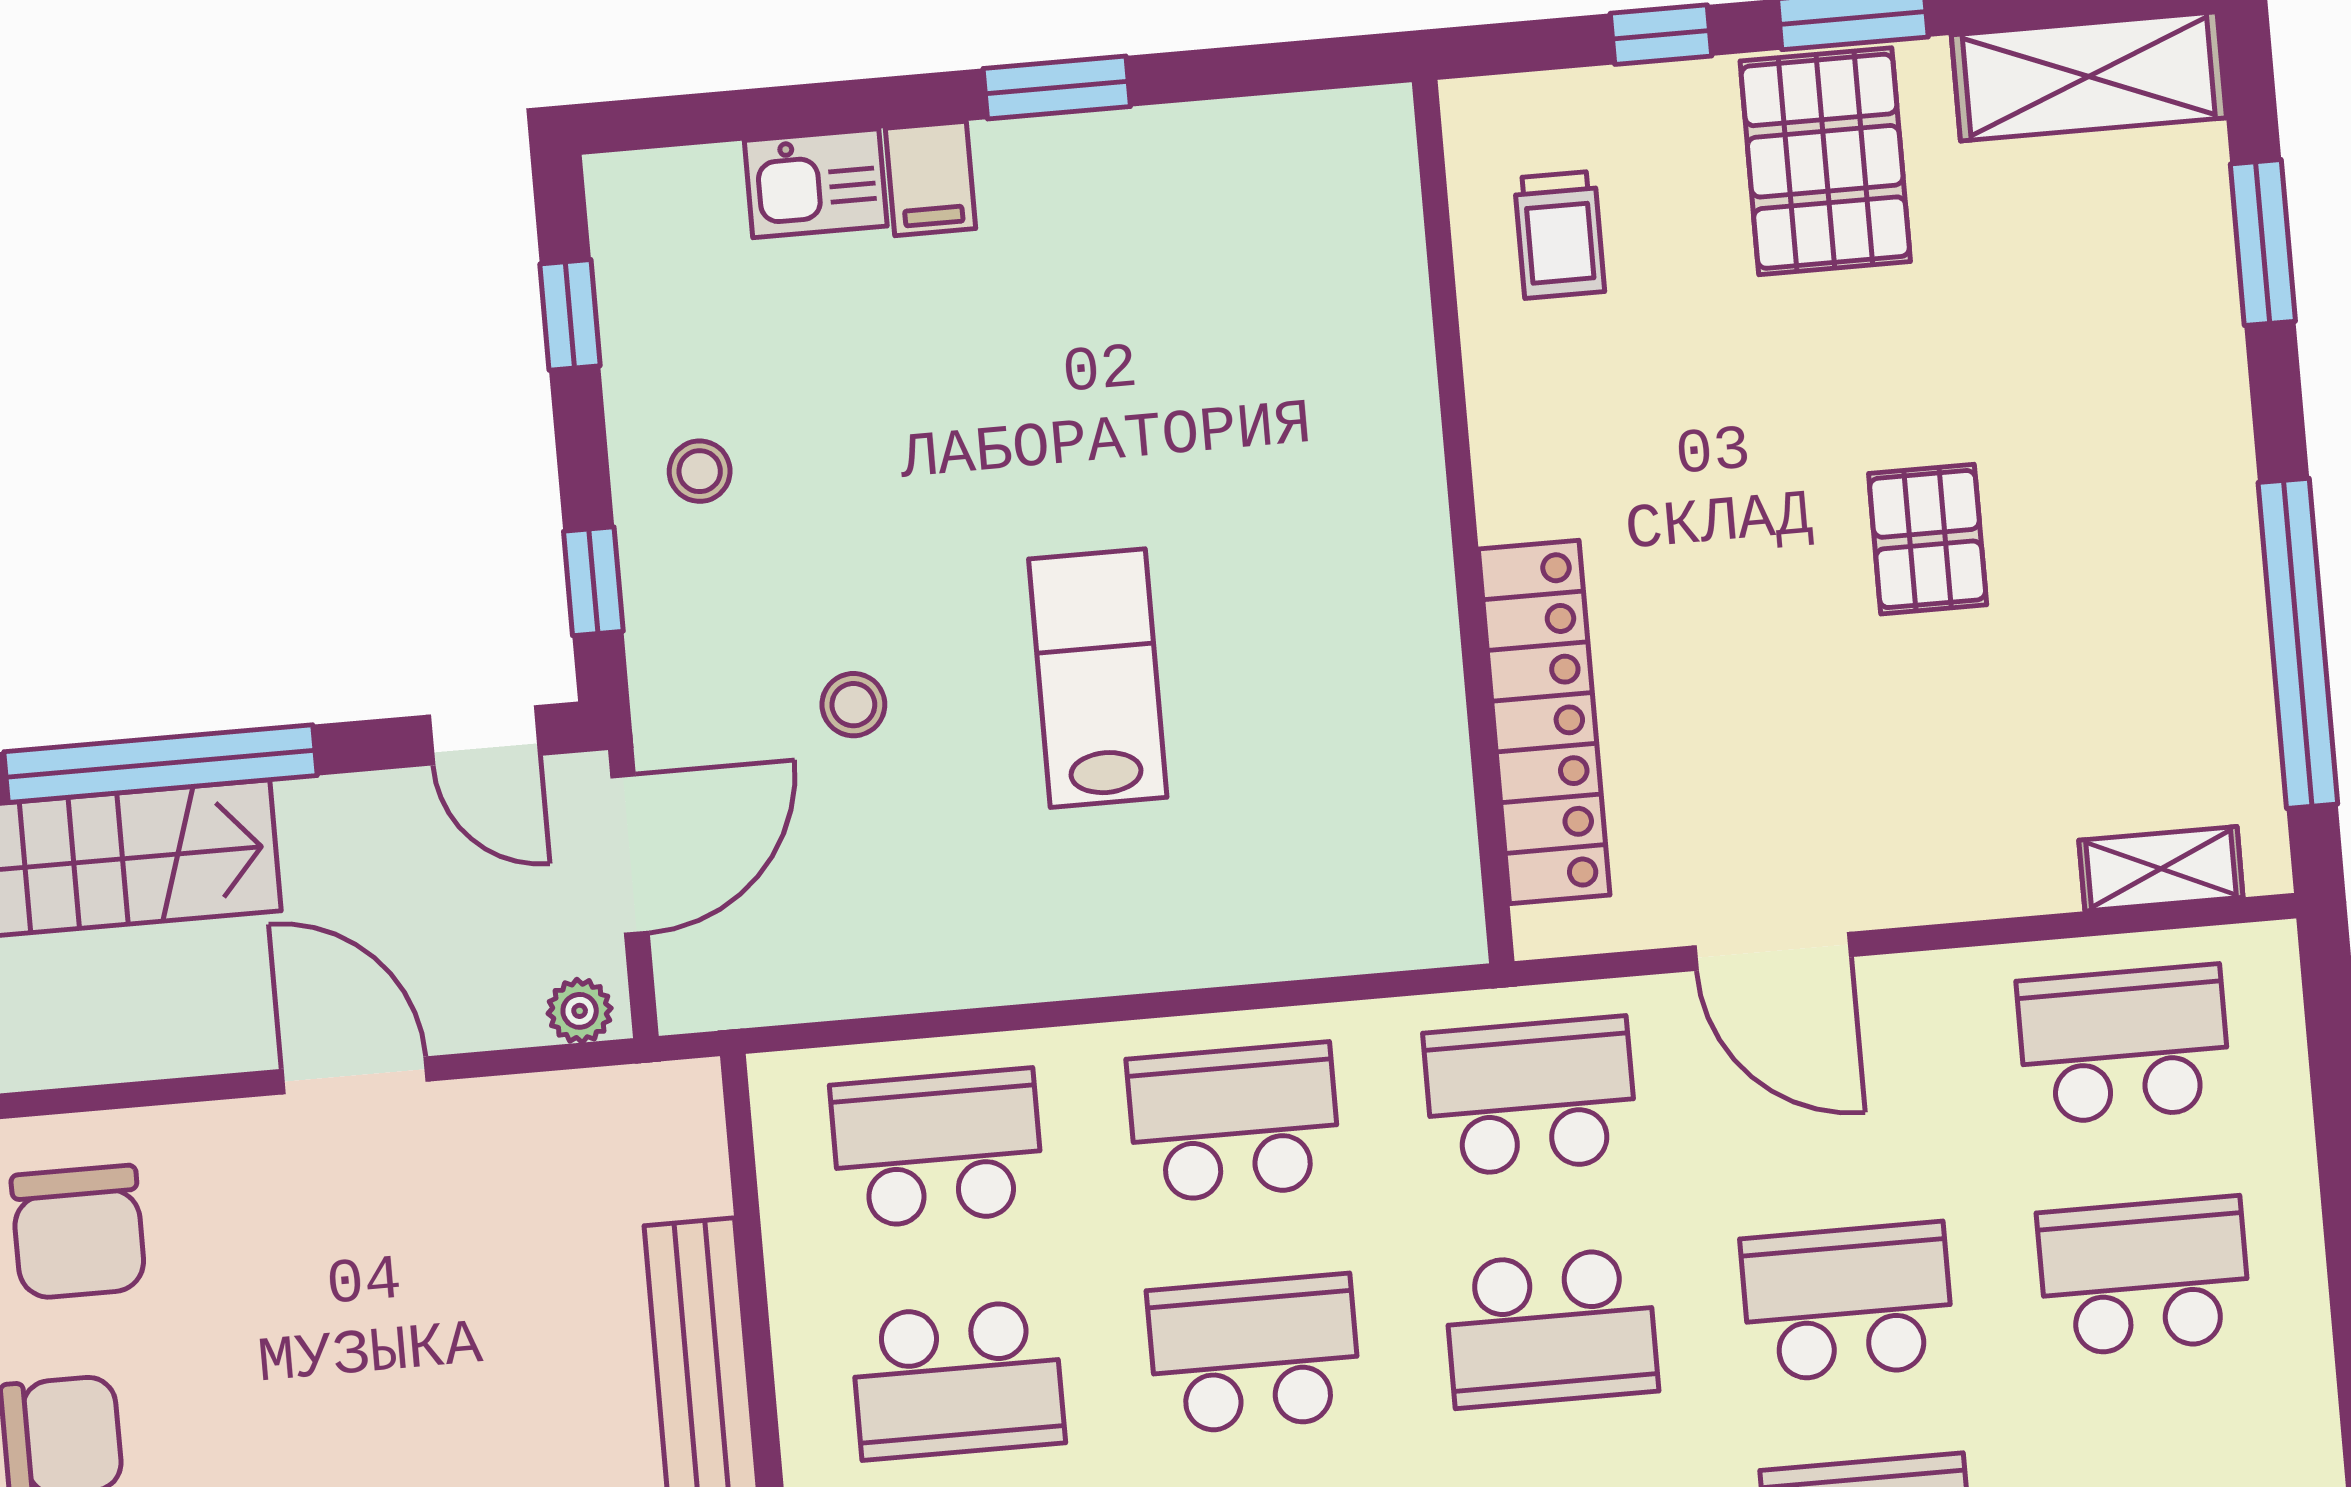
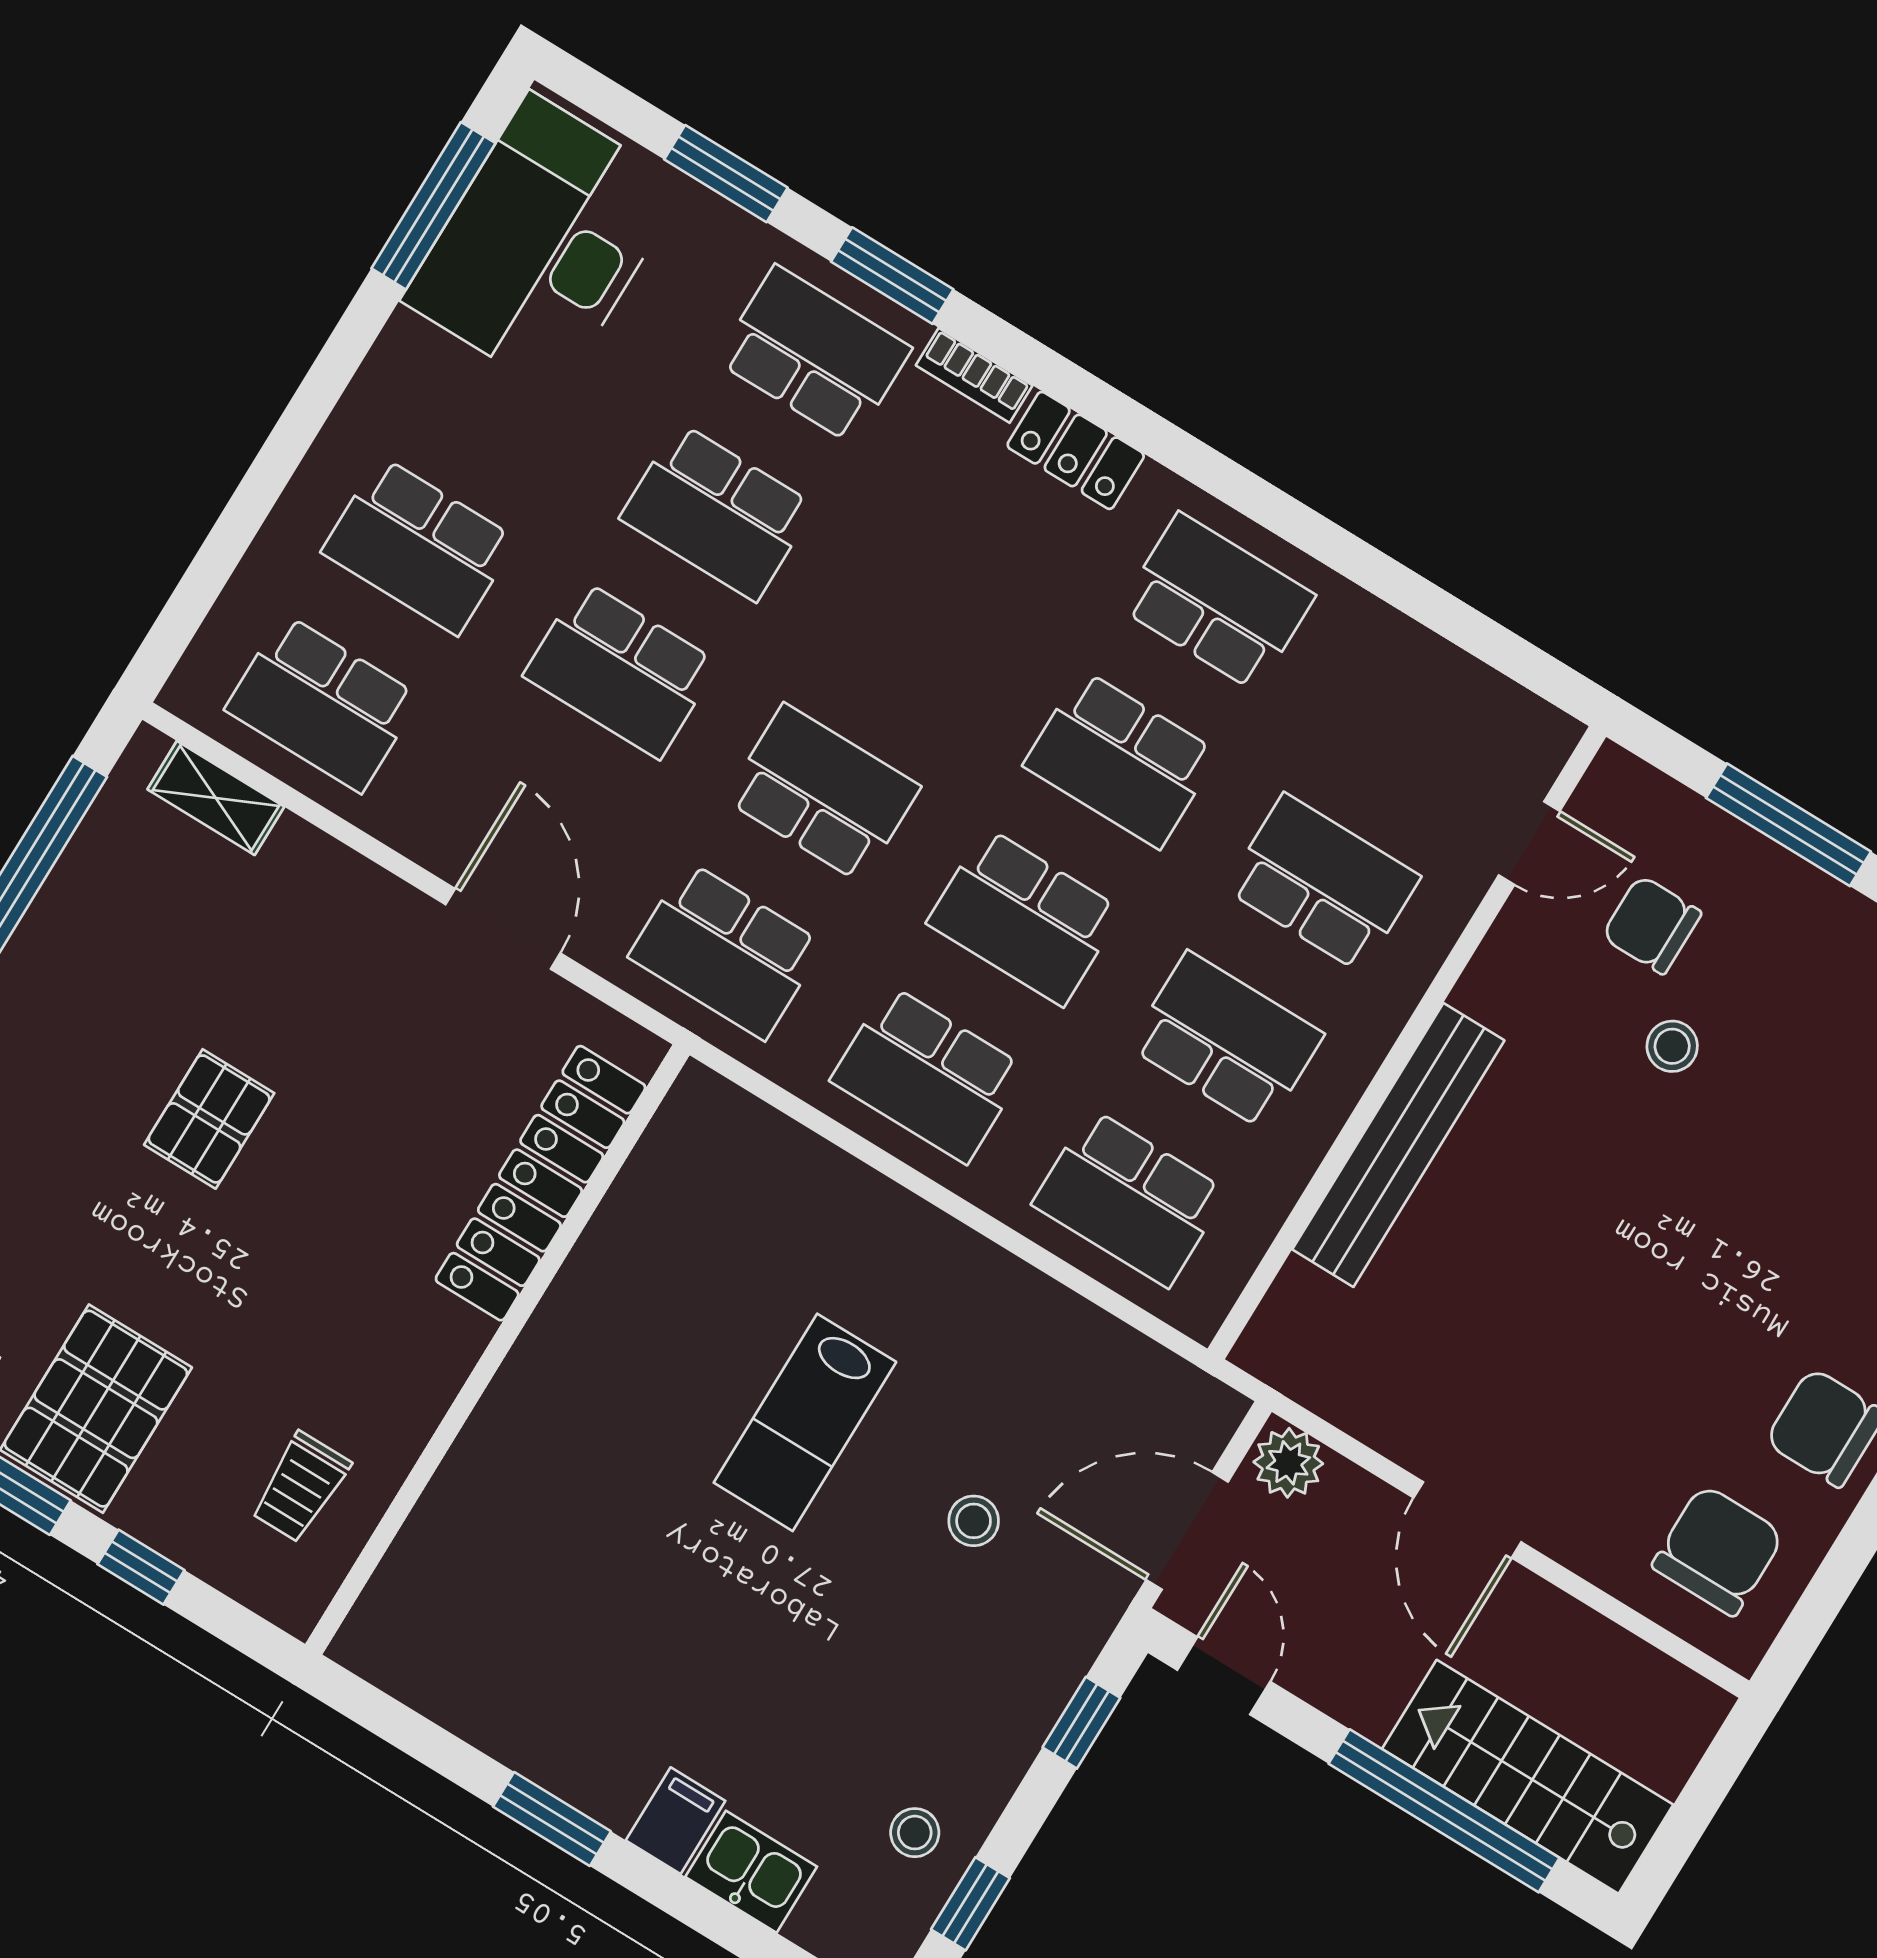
trolley: (1559, 235) -> (300, 1487), turned 180
stool: (700, 471) -> (915, 1833), moved
plant: (580, 1011) -> (1288, 1463), width x1.38, depth x1.38

